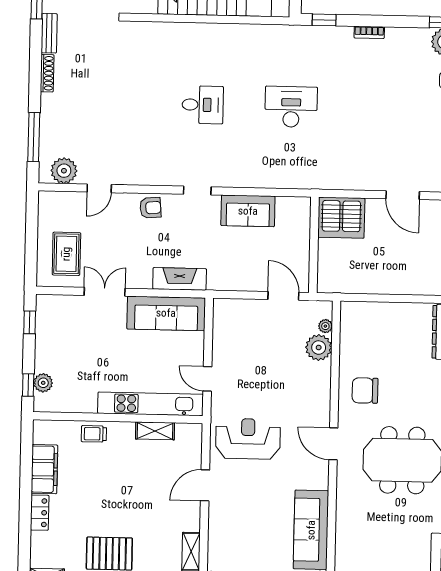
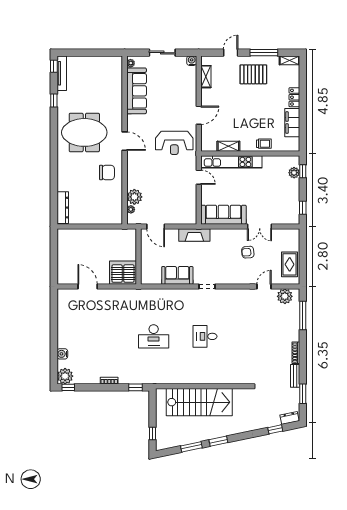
armchair: (150, 208) -> (248, 252), moved
rug: (66, 254) -> (290, 264), moved
fireplace: (180, 279) -> (194, 235), moved

